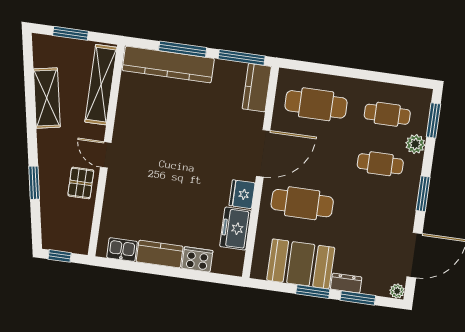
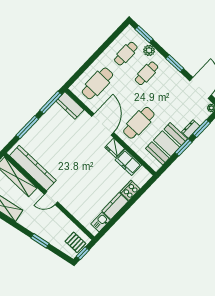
kitchen counter: (168, 65) -> (33, 168), moved, turned -90
pallet: (81, 183) -> (75, 242), moved

